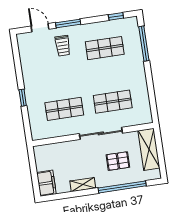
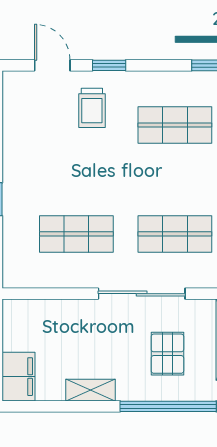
window: (68, 24) -> (109, 65), width x0.67
pallet: (118, 161) -> (167, 354), turned 90

